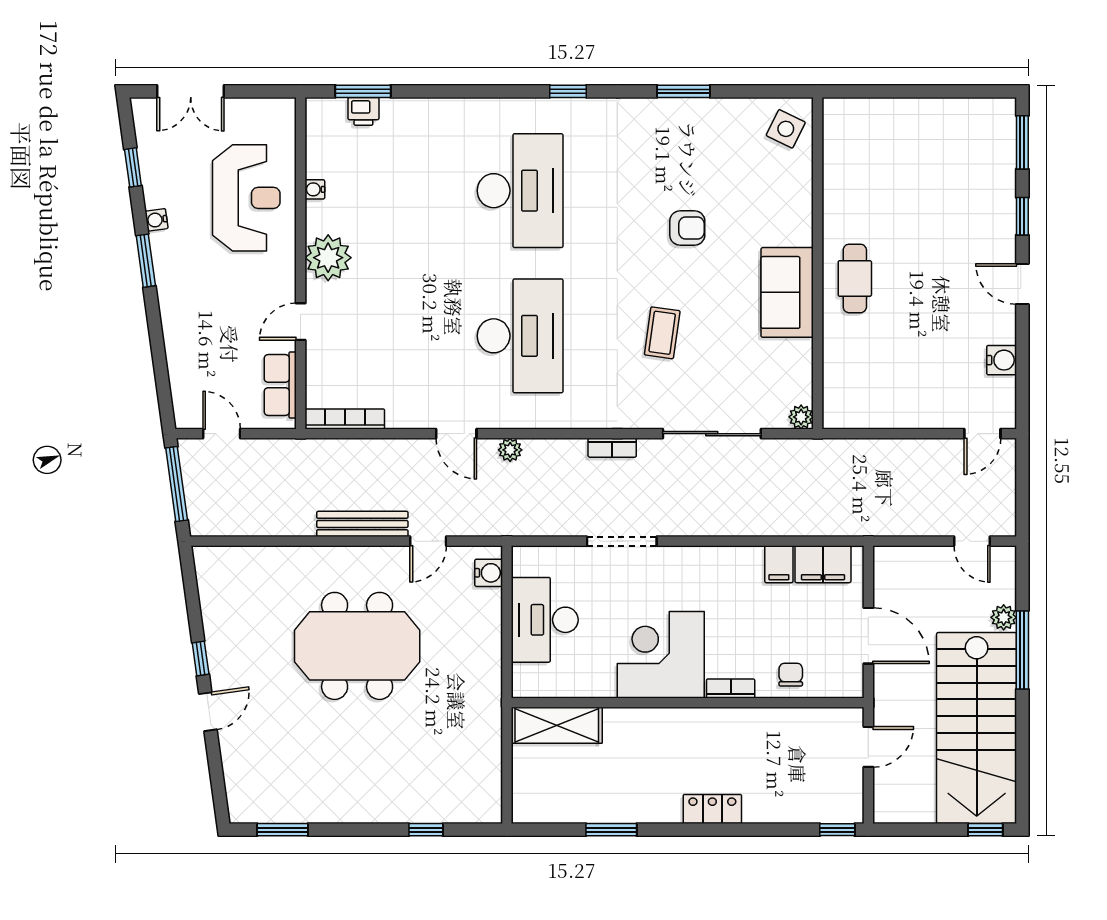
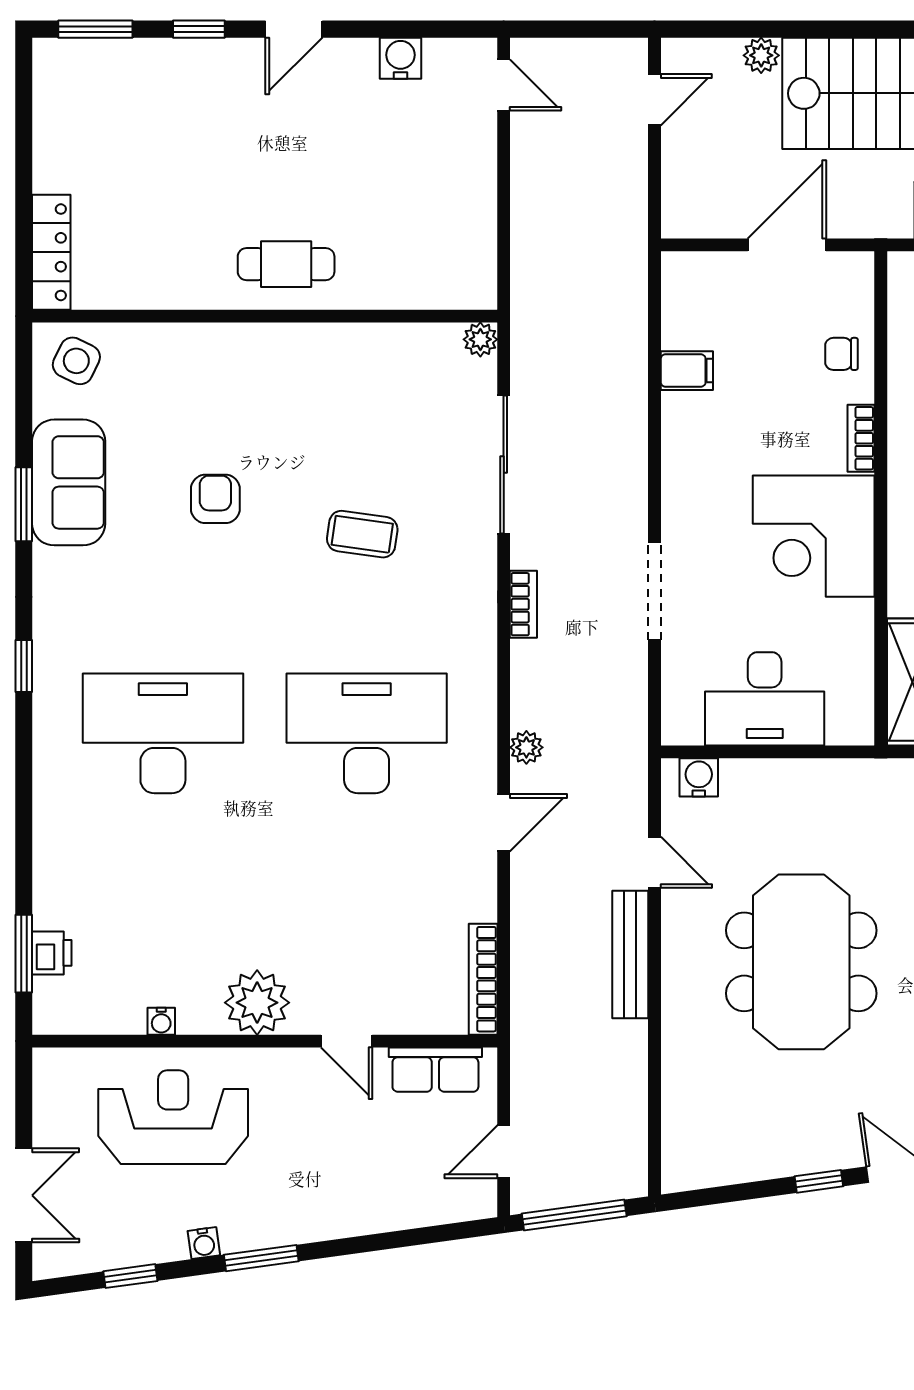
locker: (863, 111) -> (51, 252), added
sofa: (787, 292) -> (69, 482), moved, turned -90
filing cabinet: (823, 564) -> (687, 309), removed
window: (1022, 650) -> (807, 29), removed

